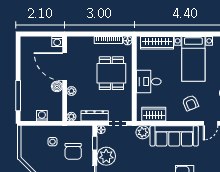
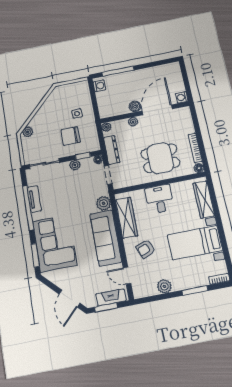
wardrobe: (154, 114) -> (127, 218), width x1.50
washing machine: (42, 116) -> (99, 86), moved
plant: (106, 156) -> (75, 165), width x0.53, depth x0.53

